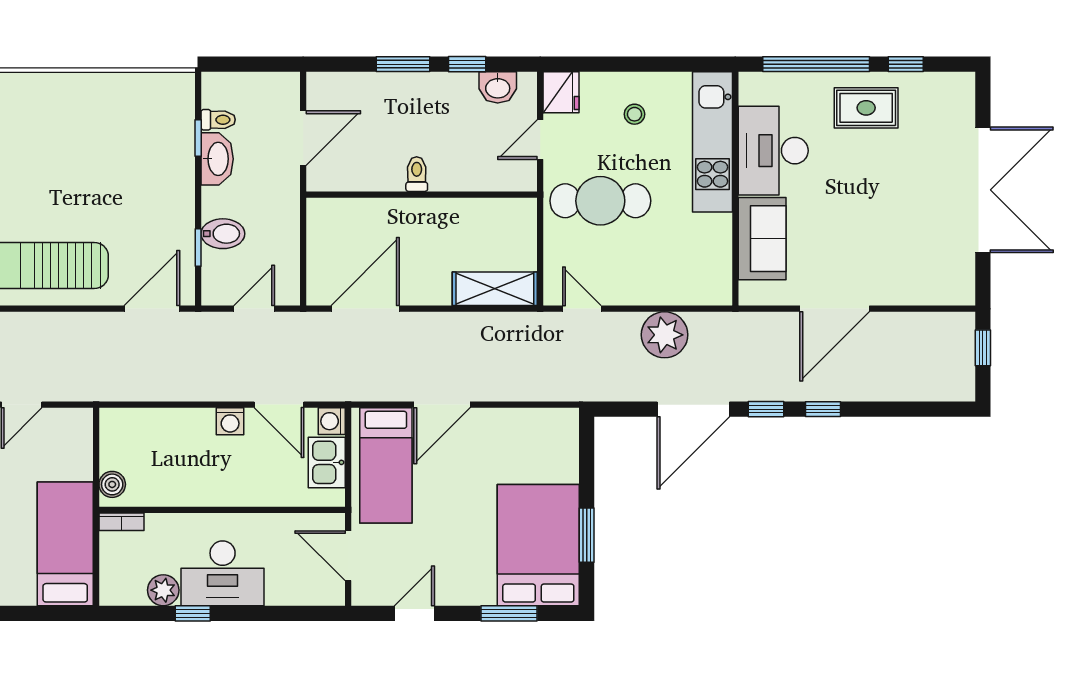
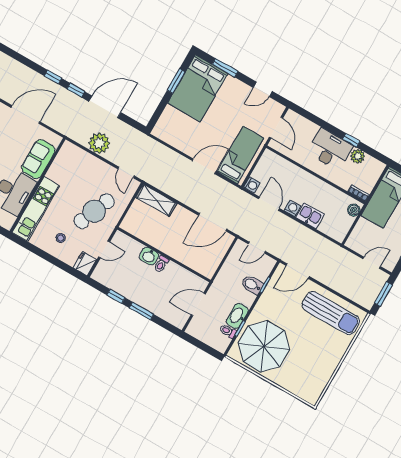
washbasin: (498, 87) -> (149, 256), moved, turned 180
parasol: (134, 130) -> (264, 346), added
cafe table: (600, 201) -> (94, 211), turned -68
kitchen sink: (327, 462) -> (310, 216), moved, turned -90

